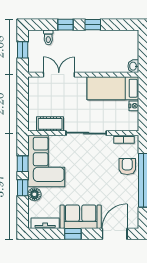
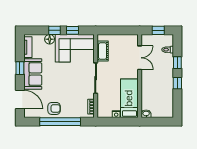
armchair: (127, 166) -> (54, 108), moved

